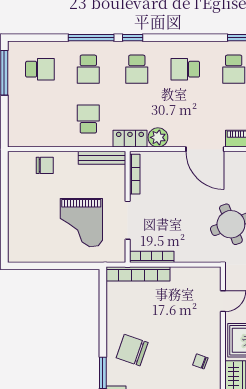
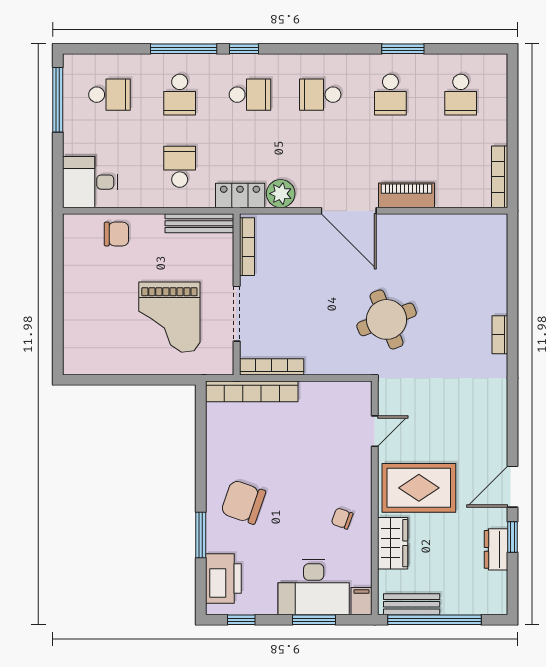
school desk: (137, 69) -> (250, 95), turned -90
desk: (27, 130) -> (90, 182), added

